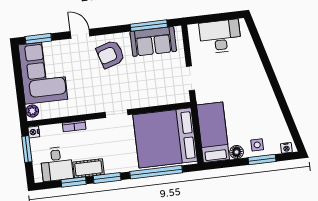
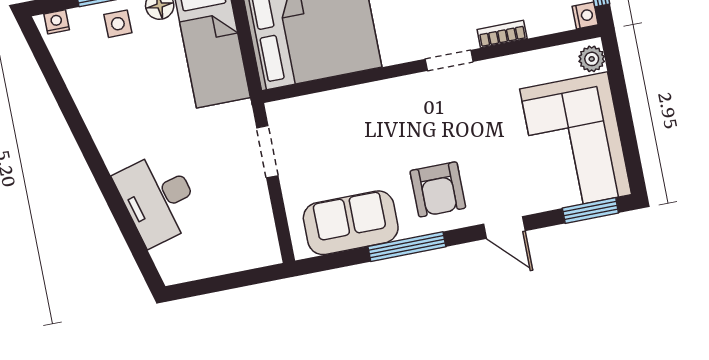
window: (149, 26) -> (407, 247), moved
desk: (220, 36) -> (158, 199), moved, turned 75
armchair: (110, 54) -> (438, 189), turned 107
doorway: (117, 114) -> (449, 60), moved

